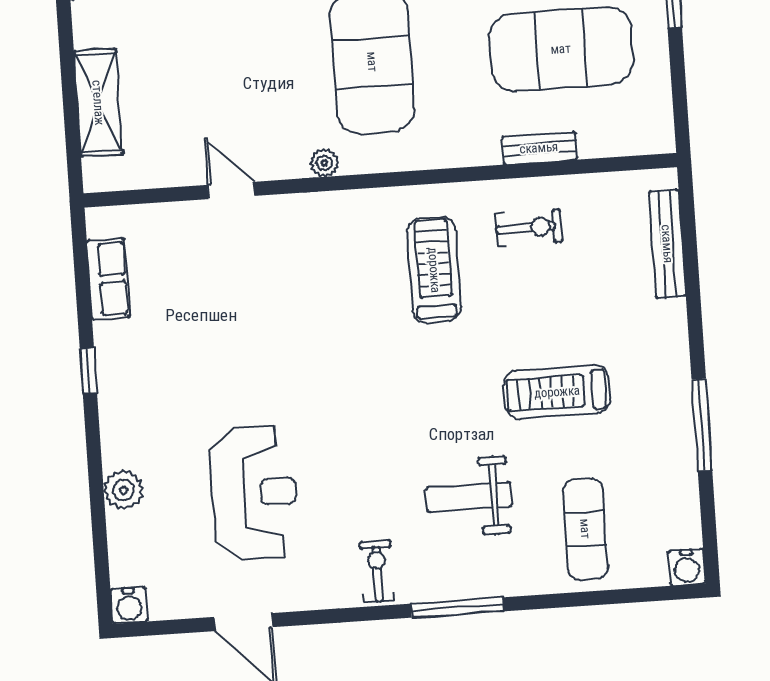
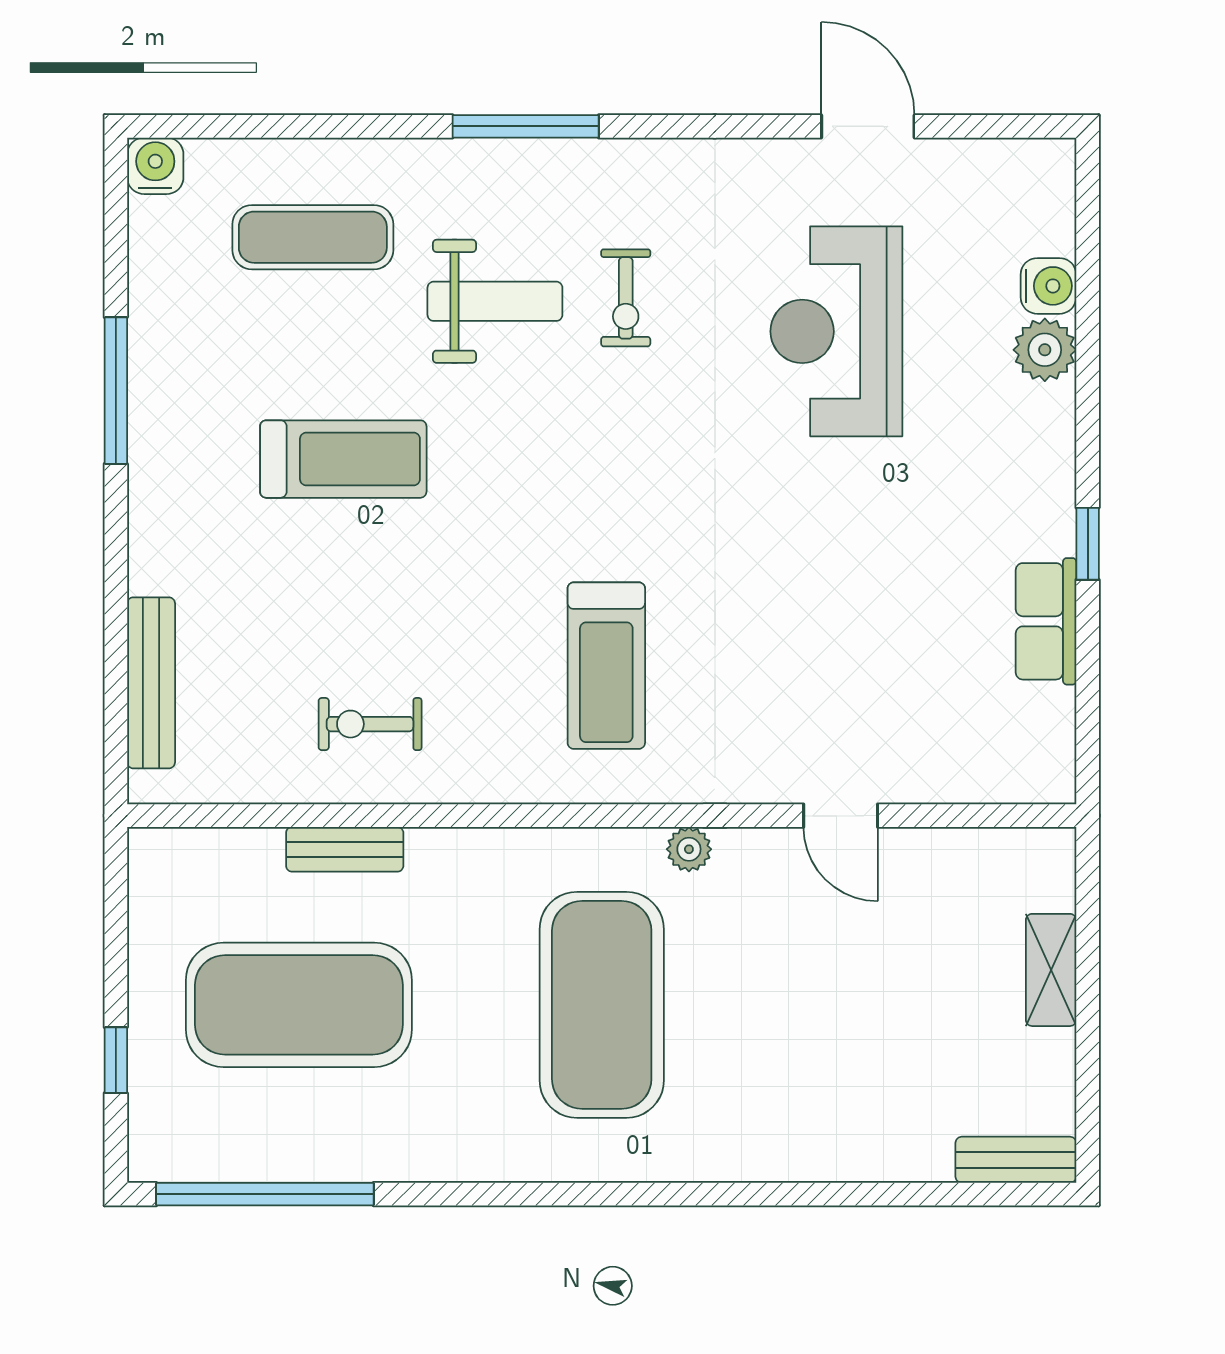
shelving: (98, 103) -> (1051, 970), width x0.67, depth x0.75
treadmill: (434, 270) -> (606, 666), moved
row of seats: (108, 279) -> (1046, 621), moved
exercise mat: (585, 529) -> (313, 237), turned 90
exercise bike: (377, 571) -> (626, 298), moved
water cooler: (129, 605) -> (1048, 286), moved, turned 90

